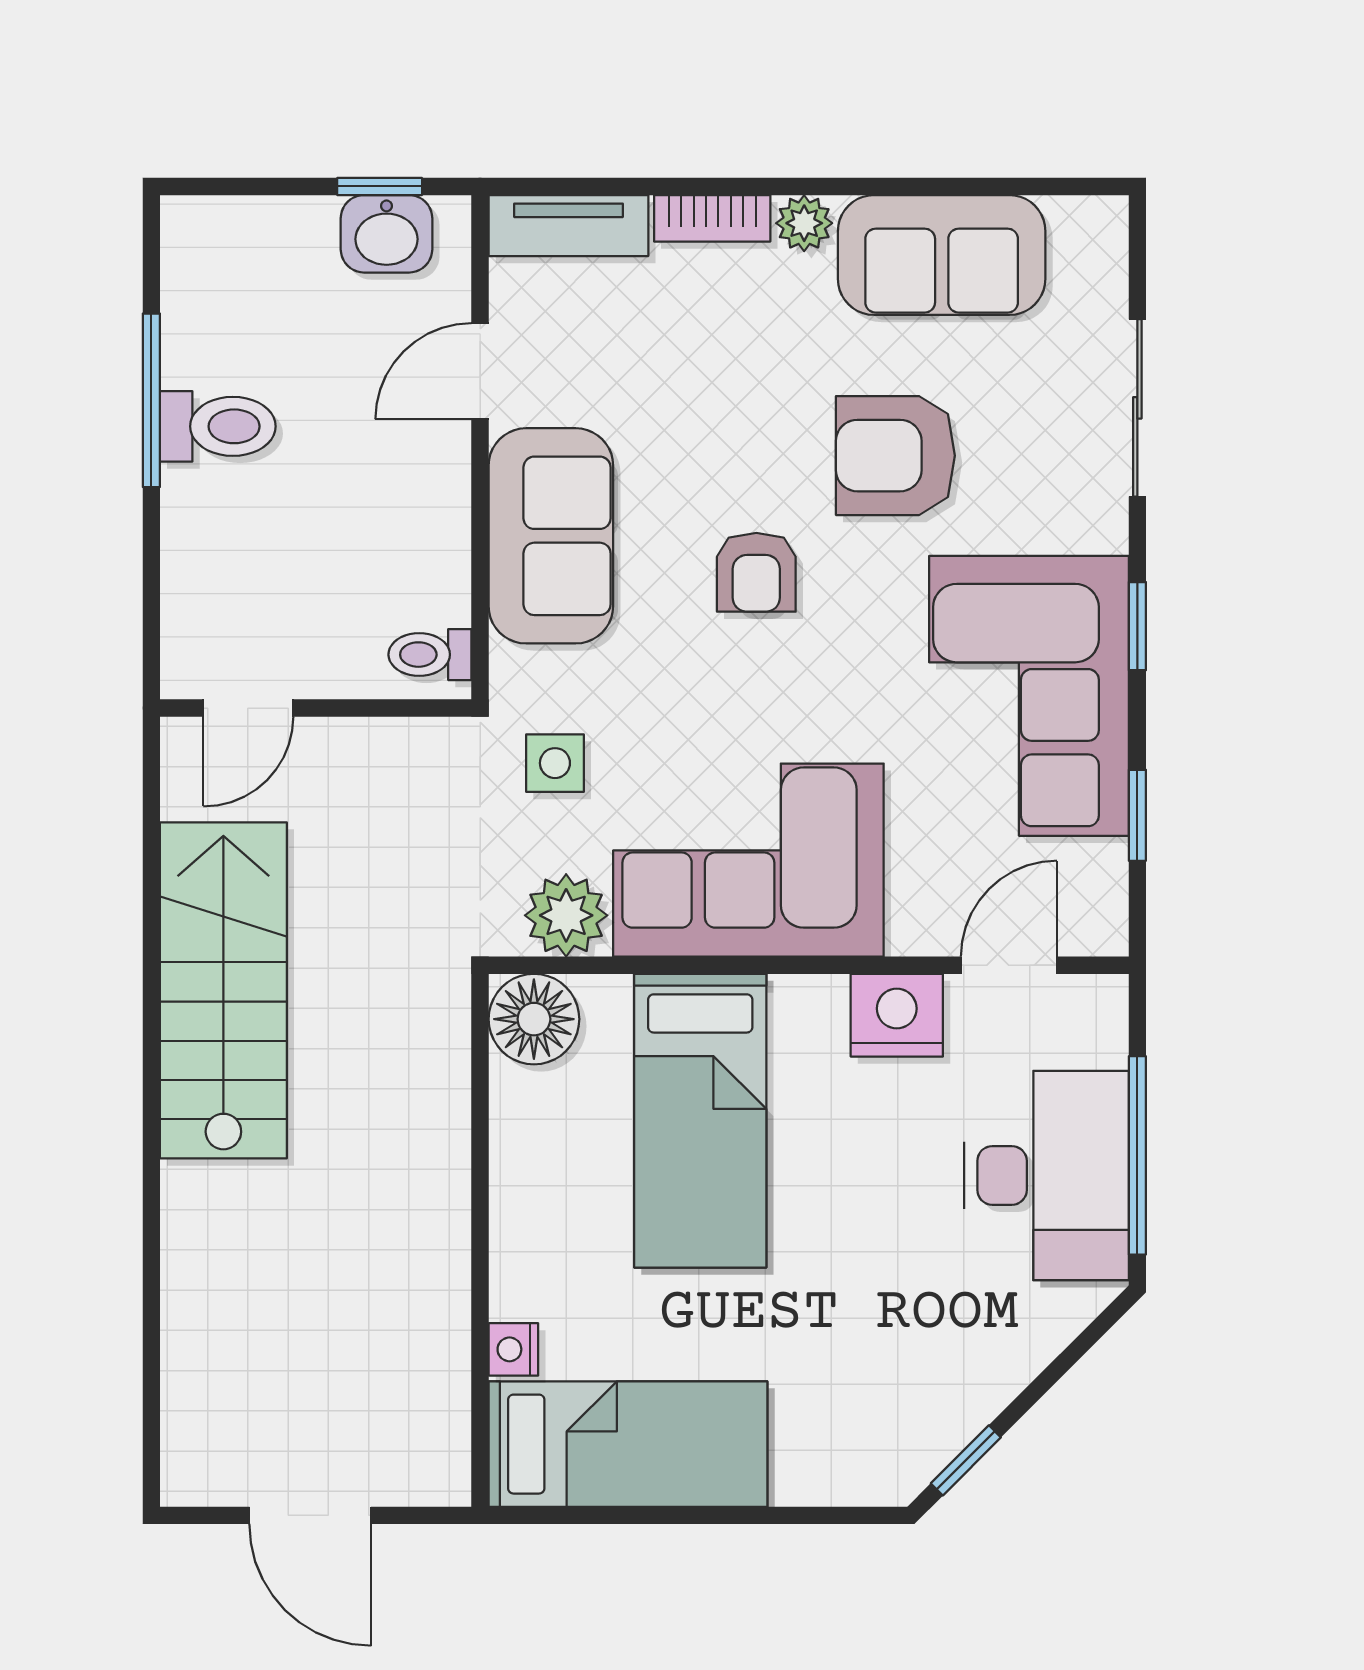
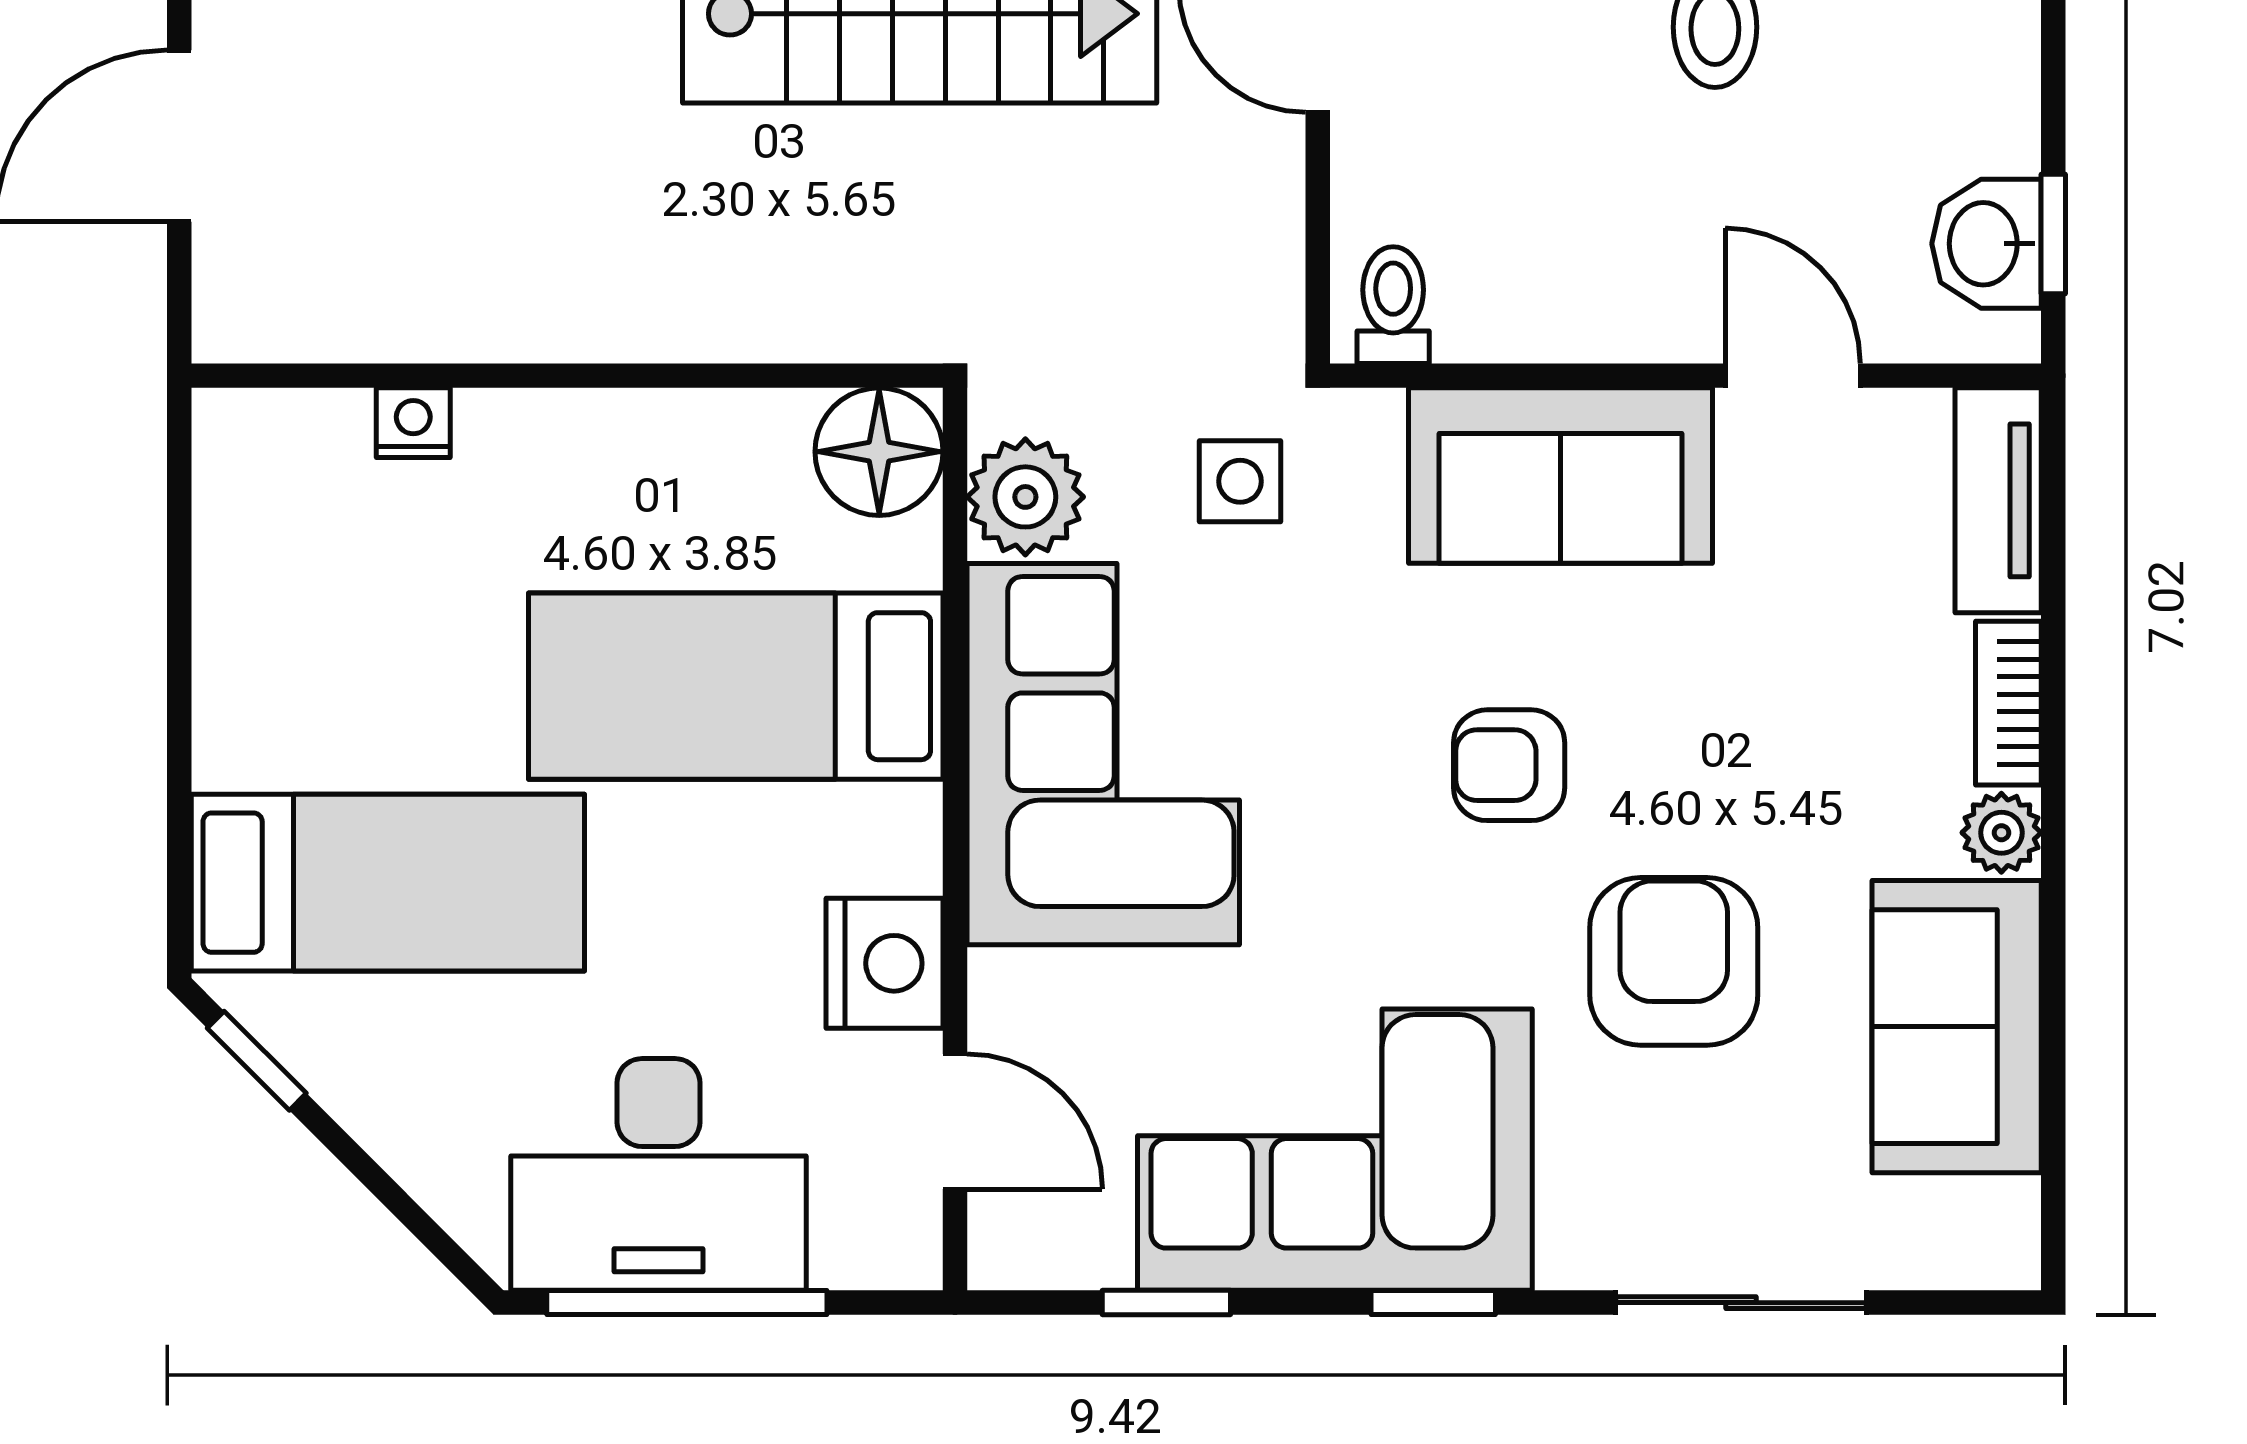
bed: (628, 1444) -> (388, 883), moved, turned -90

